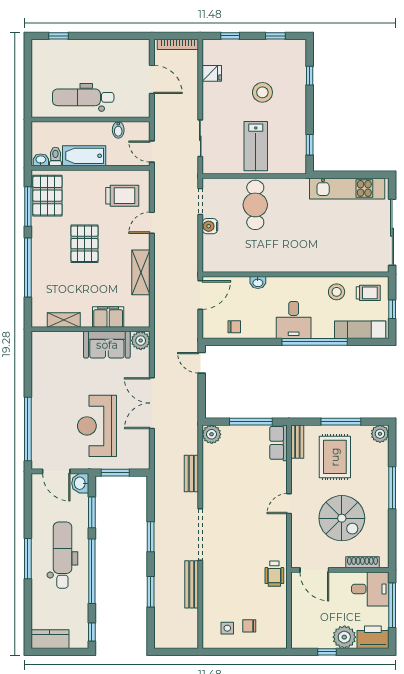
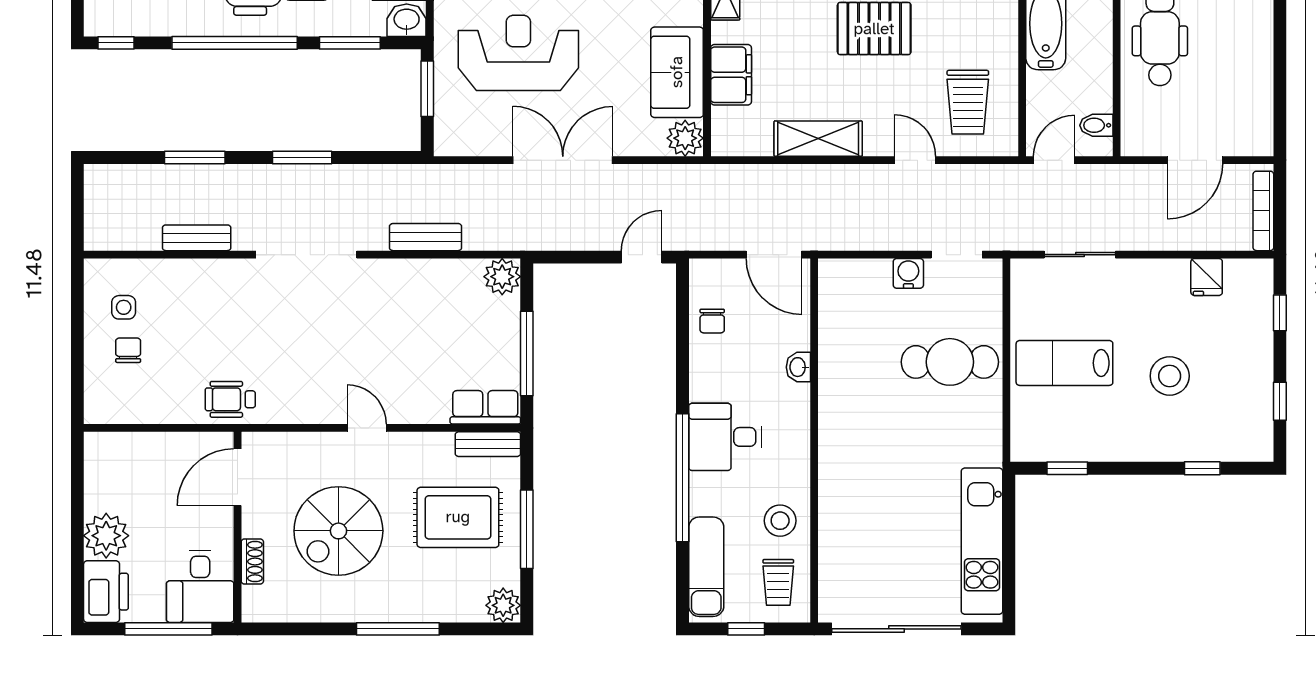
bidet: (118, 130) -> (1096, 125), moved
shoe rack: (362, 562) -> (252, 562), width x0.70
bench: (192, 584) -> (197, 238), width x0.73
window: (327, 652) -> (77, 502), removed

